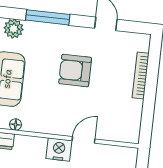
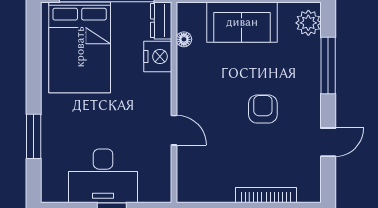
armchair: (75, 71) -> (263, 109), width x0.72, depth x0.72
nightstand: (59, 149) -> (158, 57), moved

